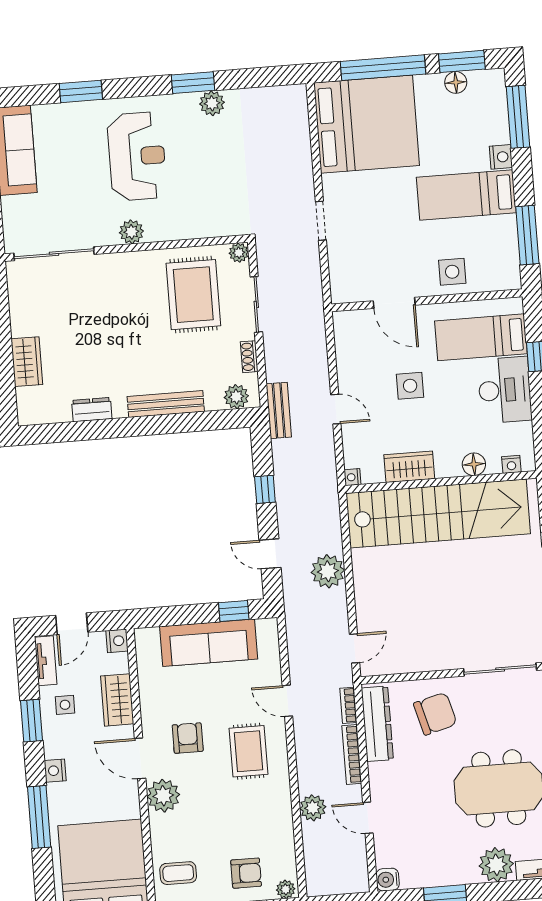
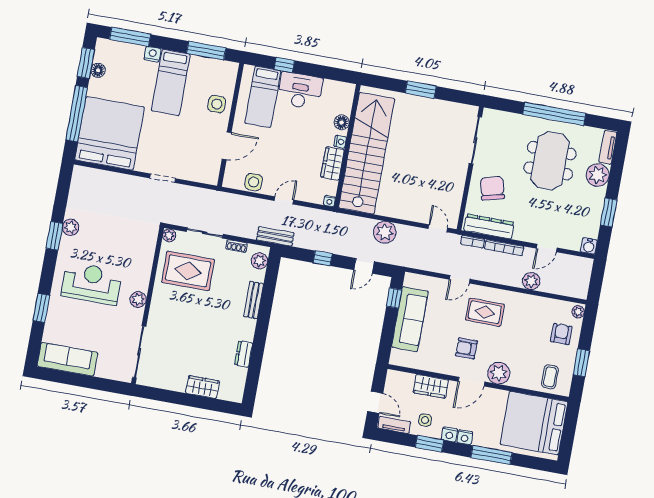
side table: (410, 386) -> (254, 182), moved
bench: (166, 404) -> (254, 300), width x0.73
nightstand: (511, 464) -> (340, 142), moved
nightstand: (117, 641) -> (450, 434), moved, turned 180

